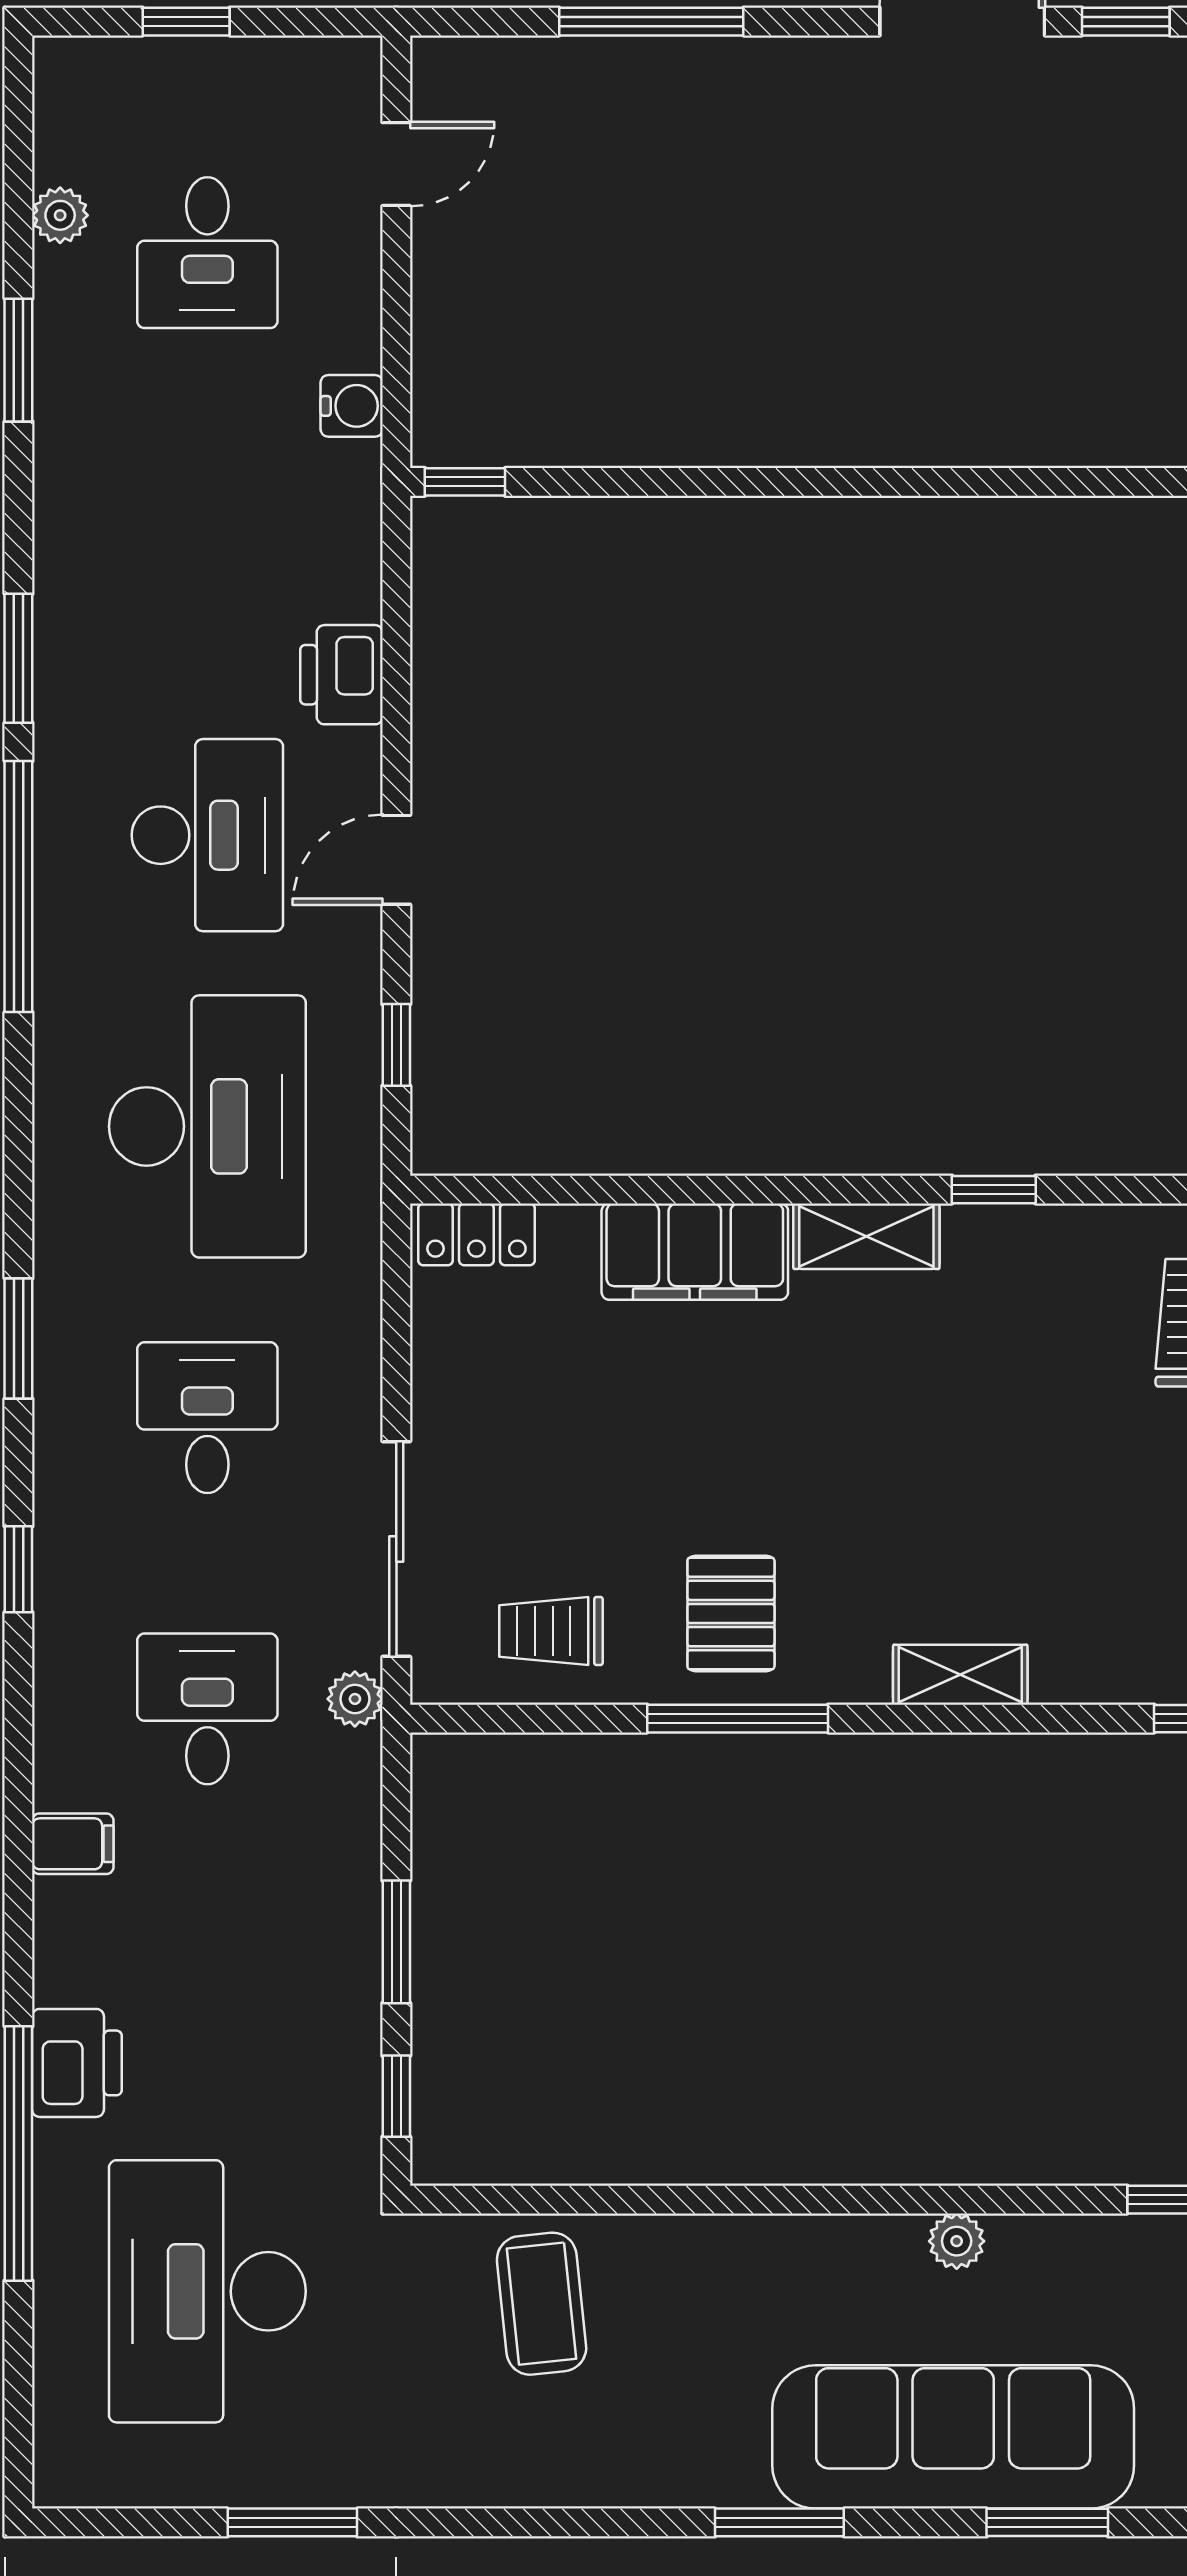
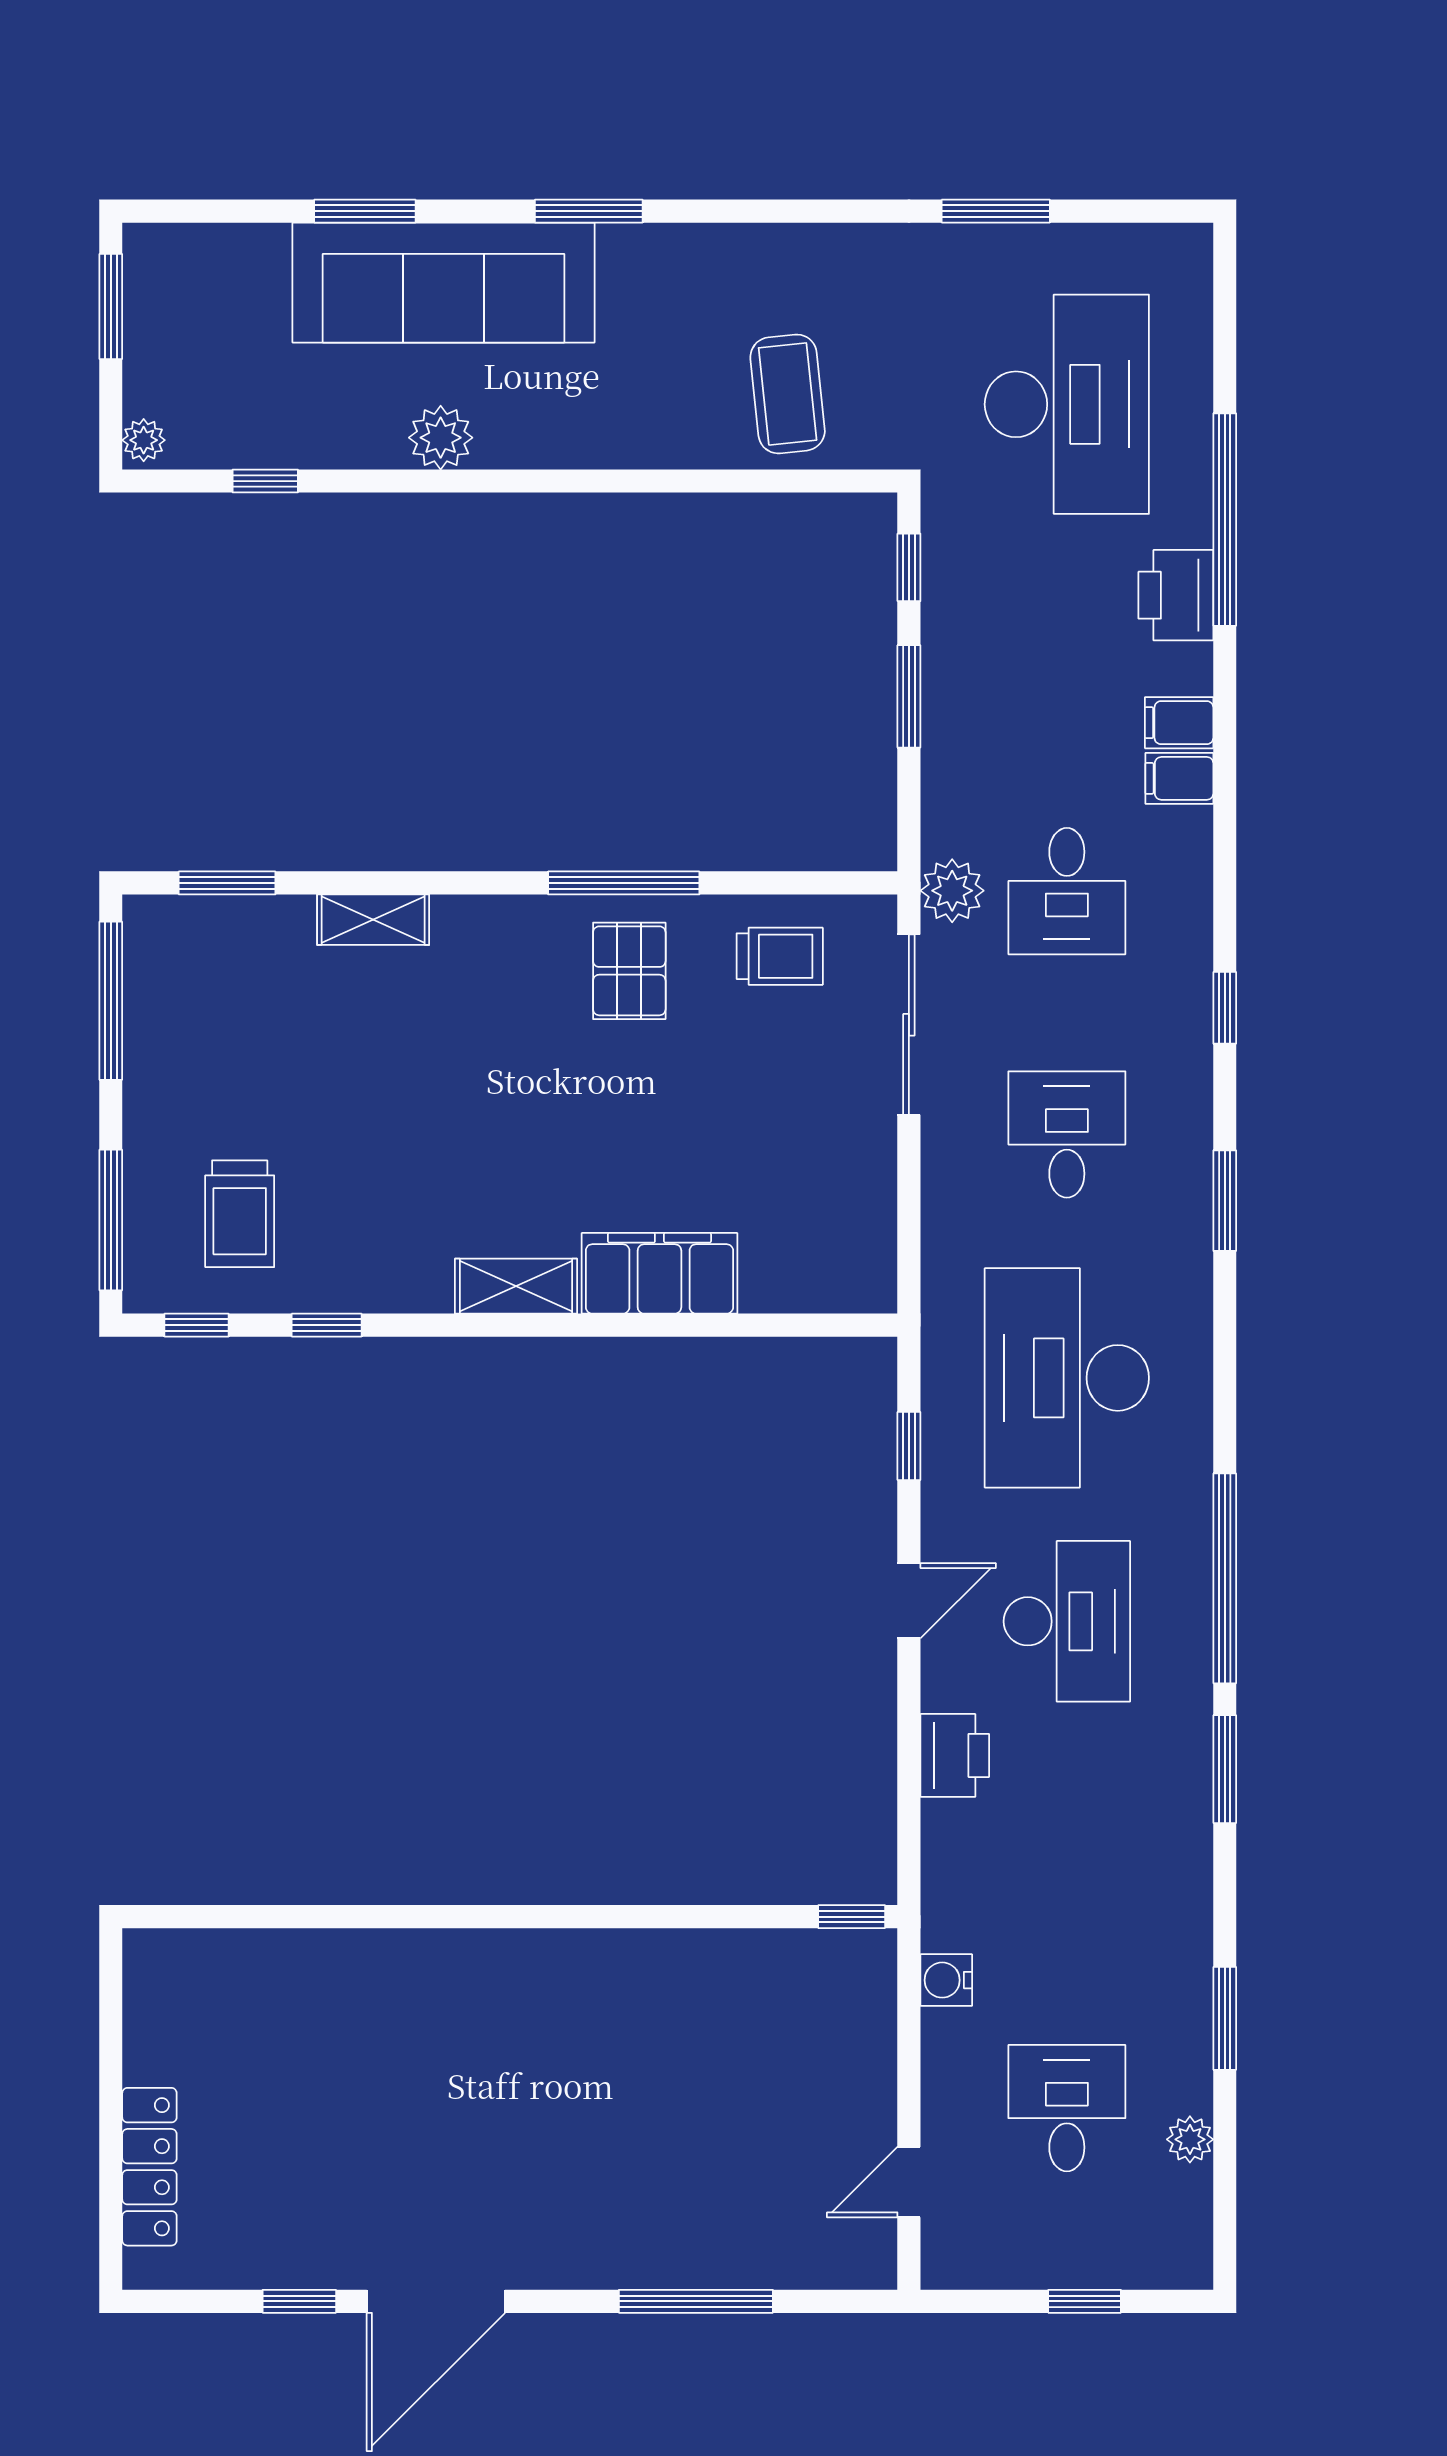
desk: (207, 835) -> (1067, 1621), turned 180
window: (994, 1190) -> (327, 1325), moved
locker: (476, 1234) -> (842, 1288), removed
desk: (207, 1418) -> (1067, 1135), turned 180
shelving: (960, 1675) -> (373, 920), moved
plant: (355, 1699) -> (952, 891), width x1.38, depth x1.38
filing cabinet: (73, 1910) -> (1179, 723), added
plant: (957, 2241) -> (441, 438), width x1.38, depth x1.38

